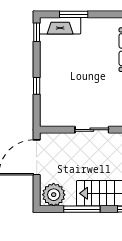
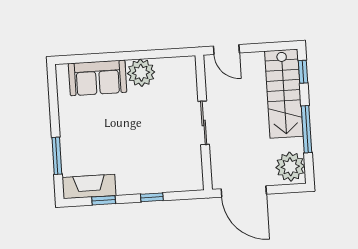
fireplace: (60, 26) -> (89, 187), moved, turned -90
window: (37, 32) -> (104, 200), moved

